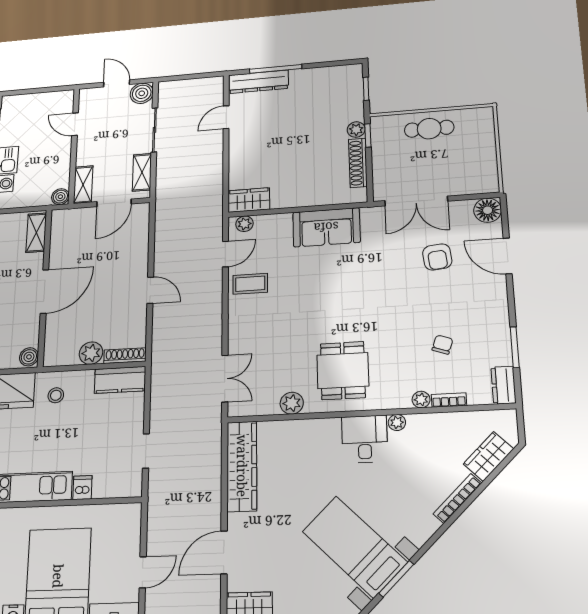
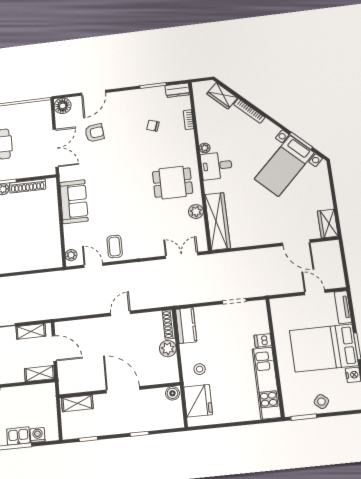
boiler: (60, 197) -> (49, 389), removed
wardrobe: (249, 200) -> (54, 254), removed
plant: (421, 400) -> (189, 135), removed
wardrobe: (242, 466) -> (218, 221), moved, turned 90

